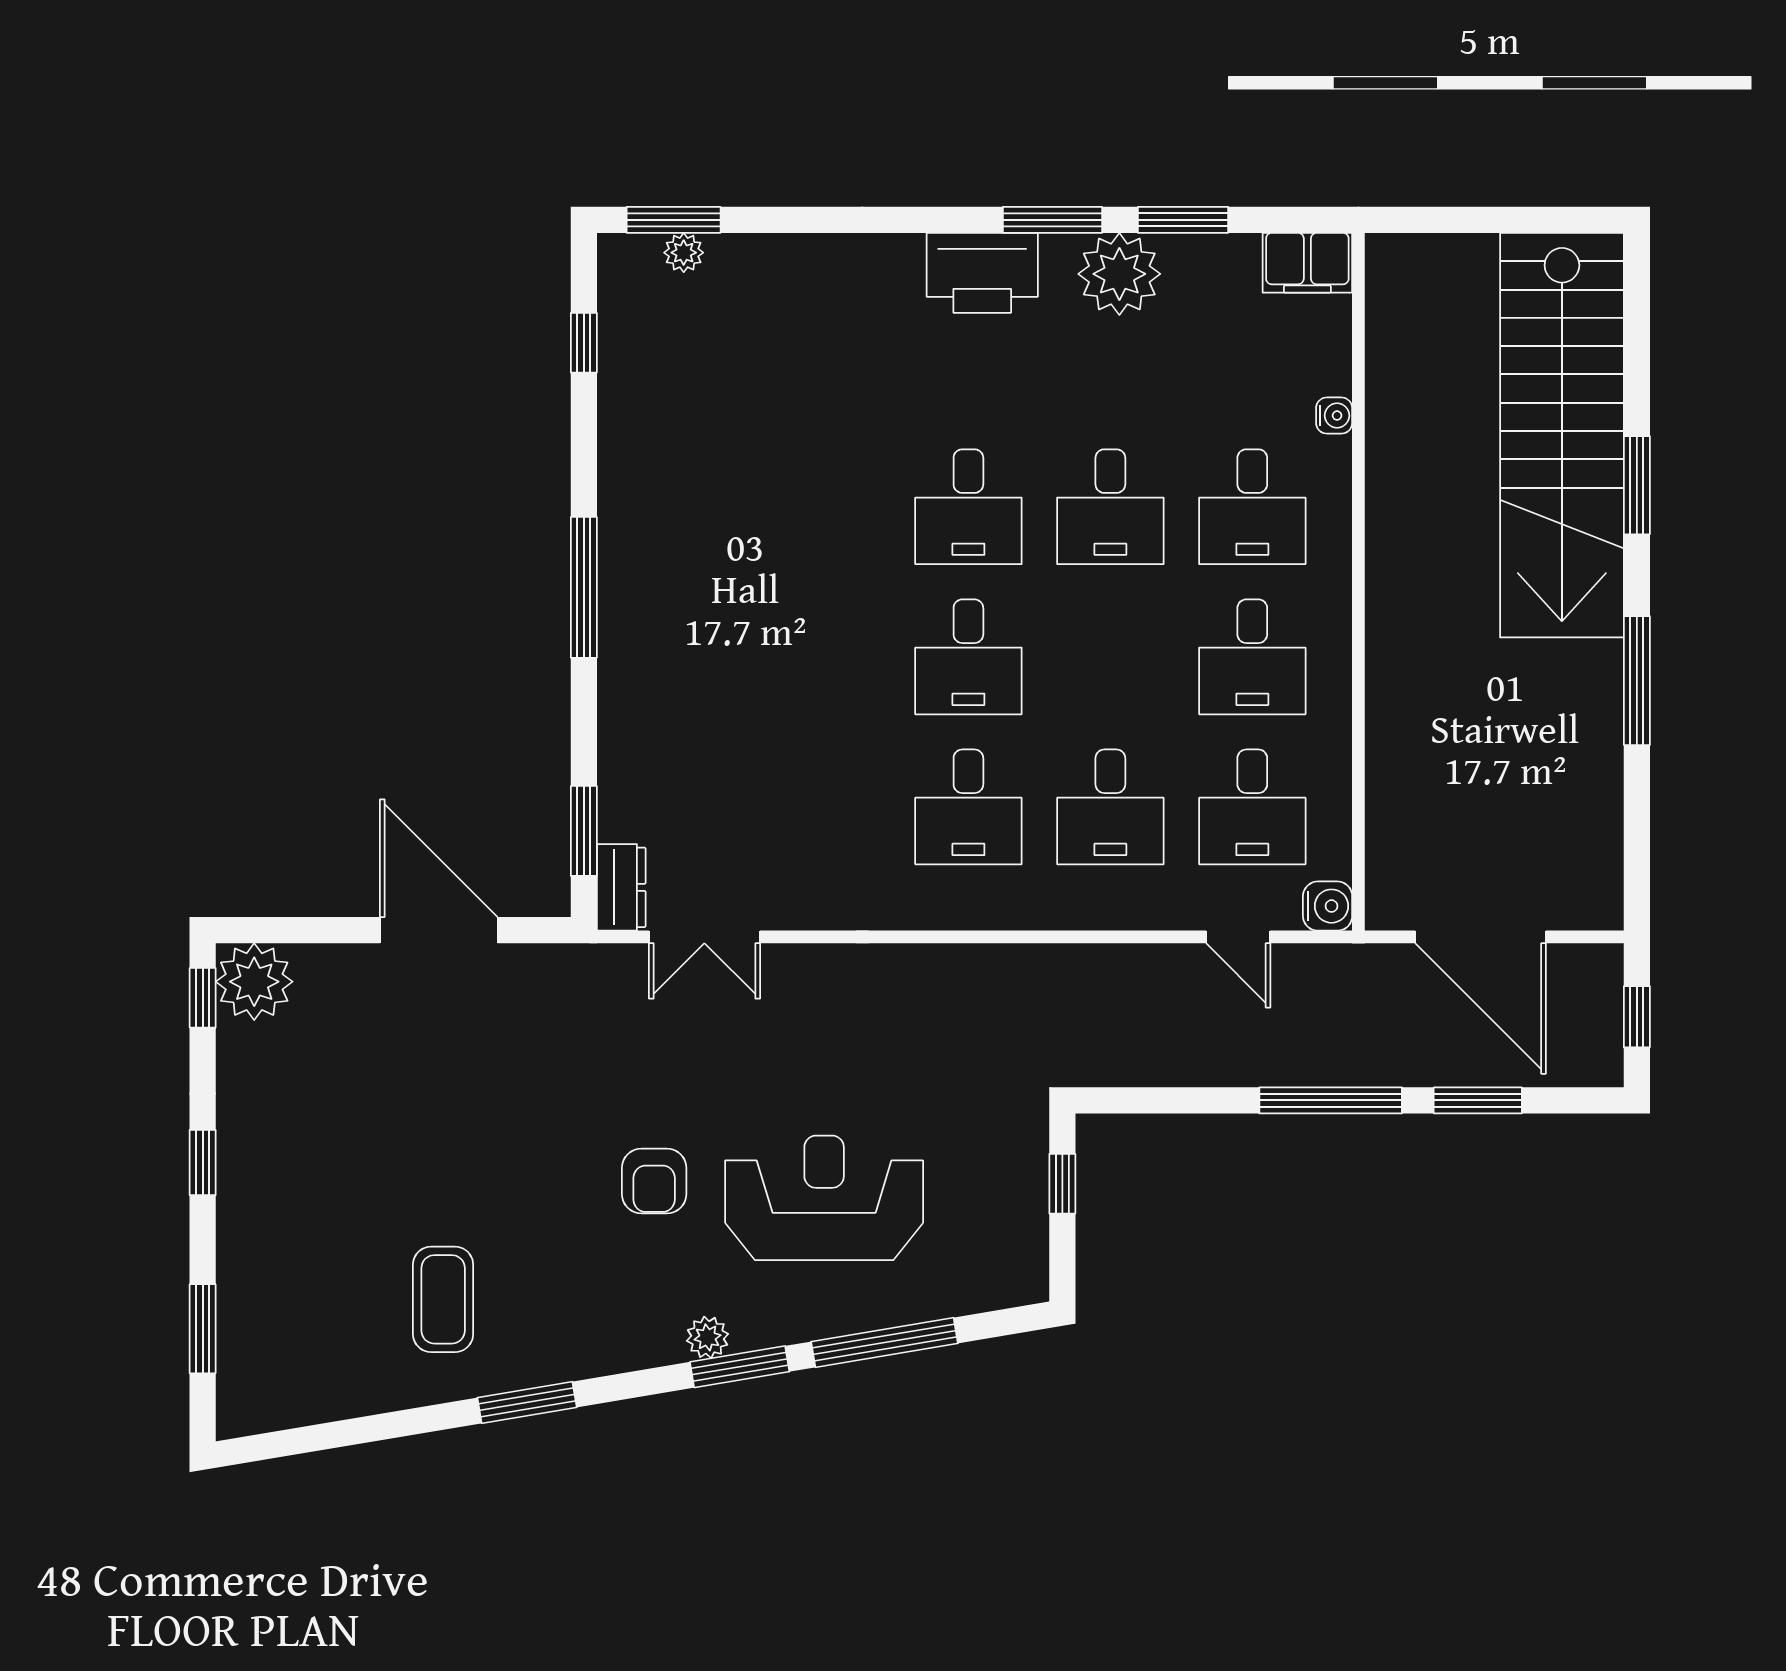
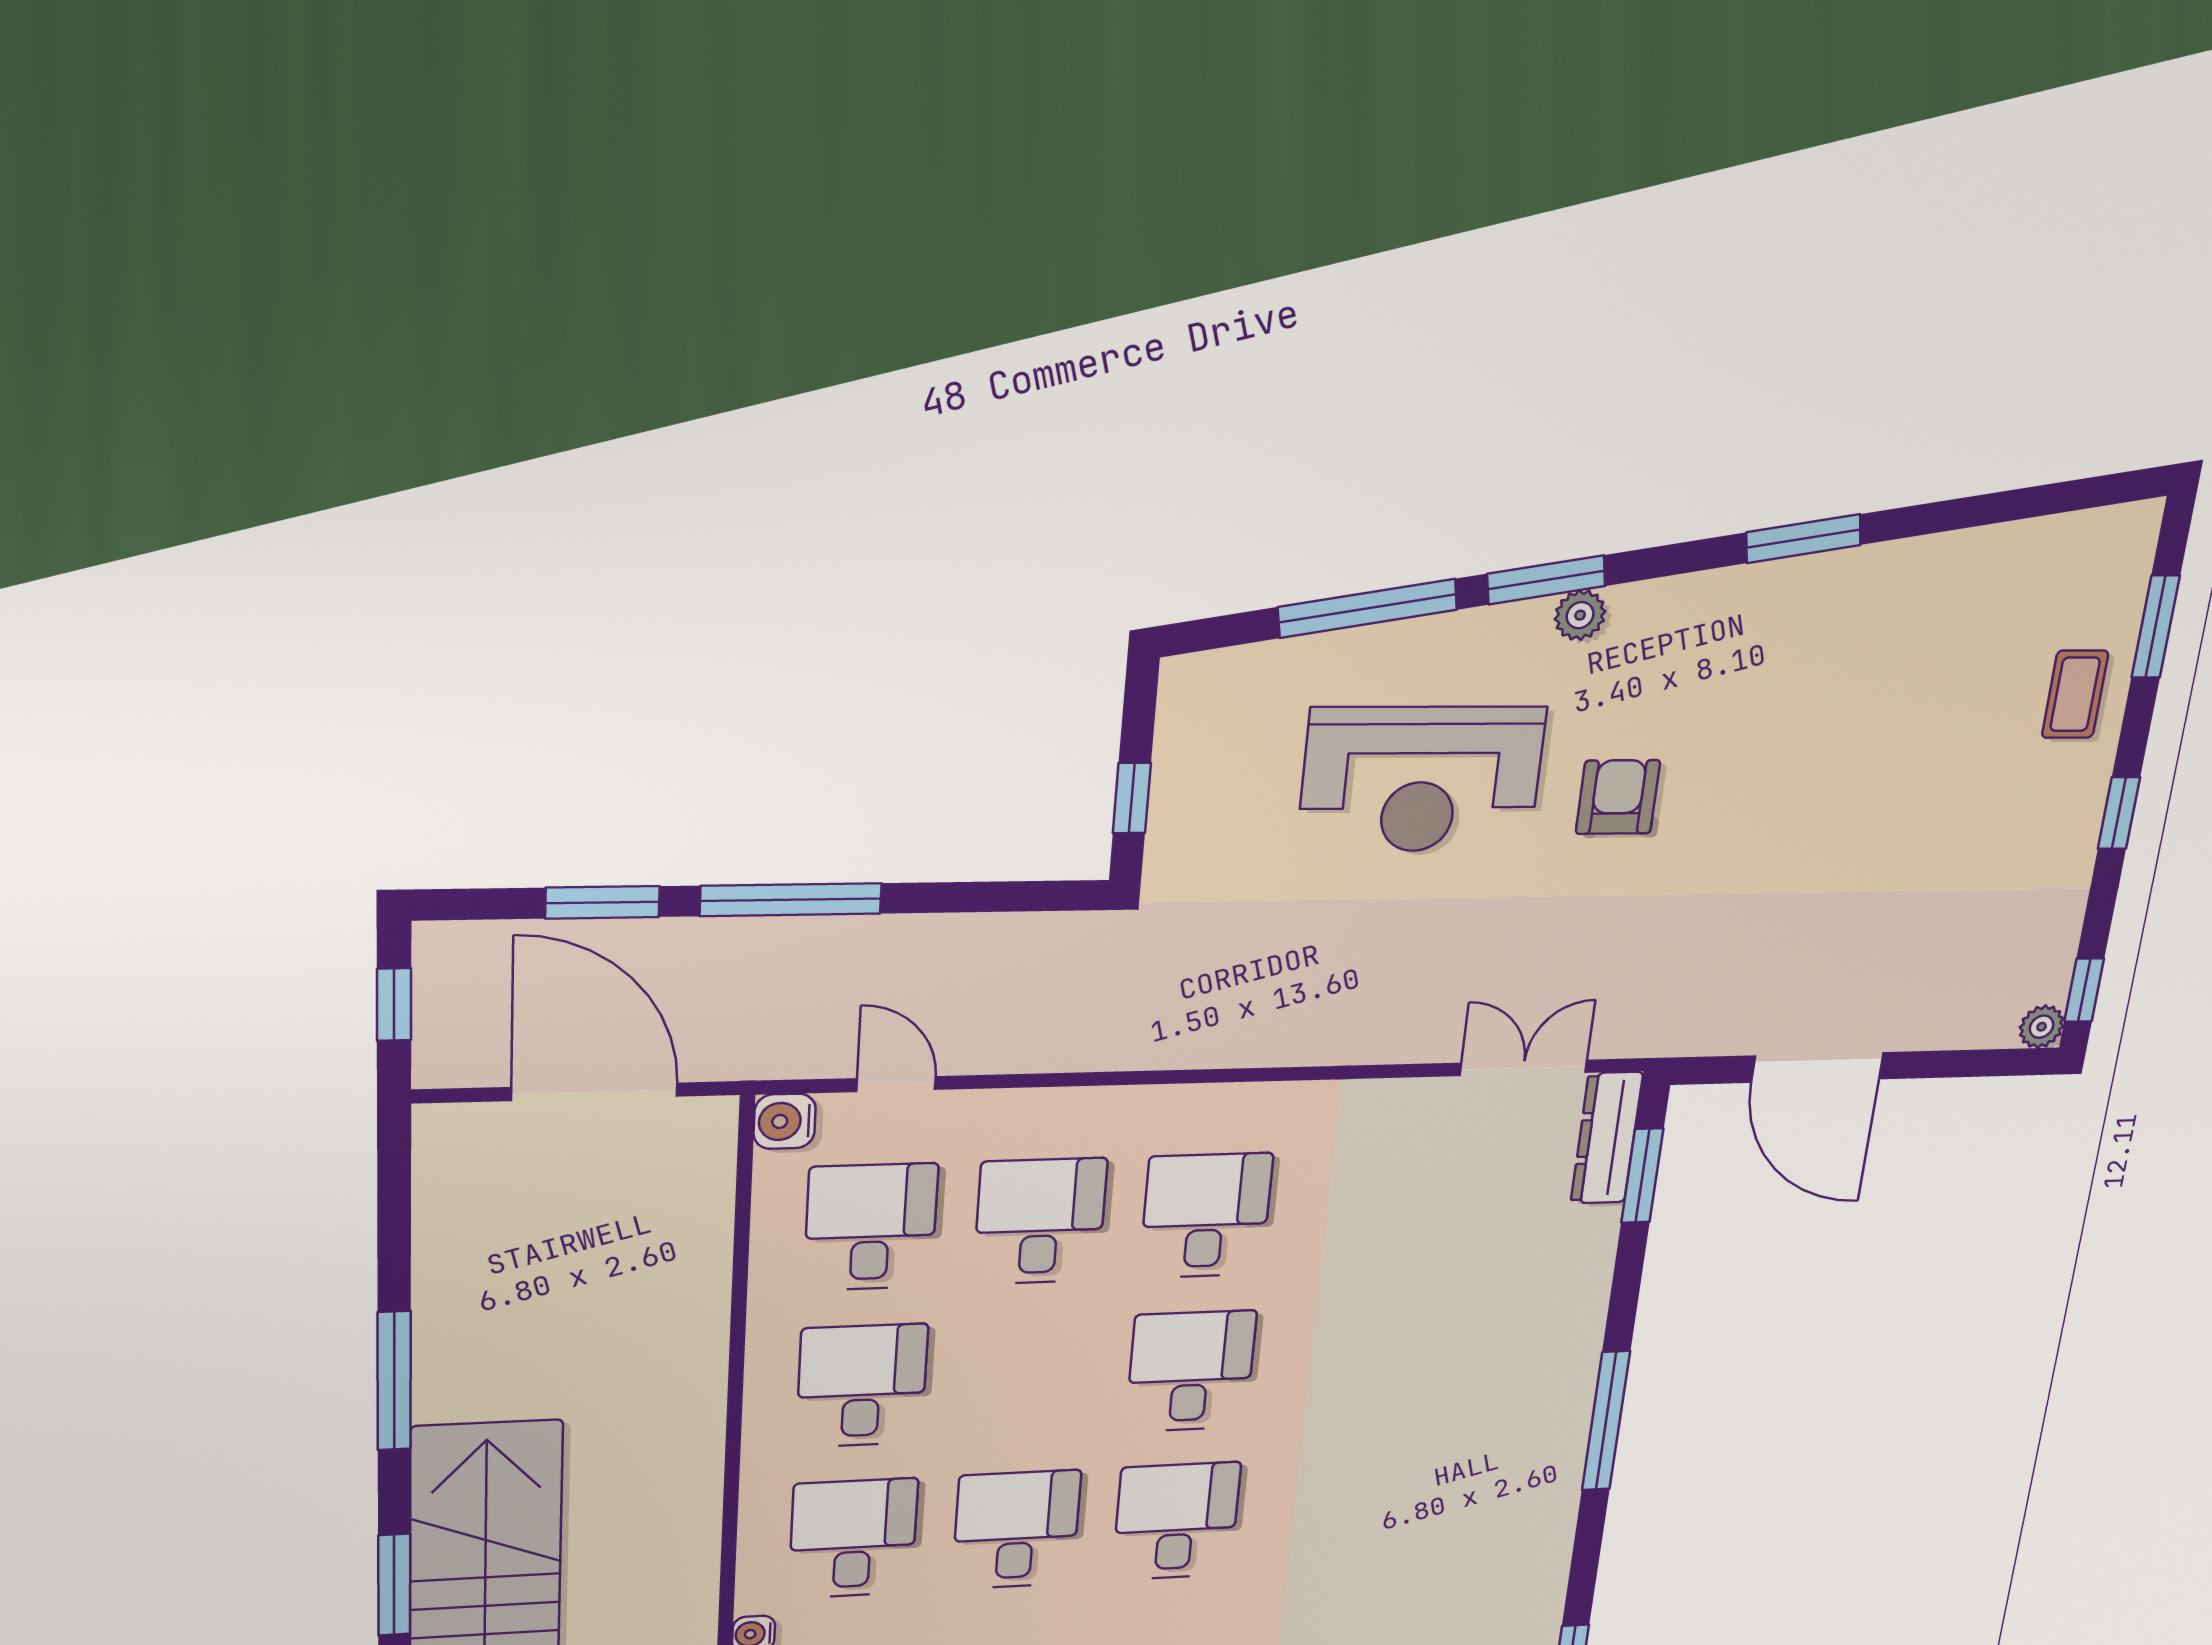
dresser: (621, 887) -> (1607, 1138), width x1.44
plant: (254, 982) -> (2042, 1027), width x0.53, depth x0.53
coffee table: (443, 1299) -> (2075, 694), moved, width x0.73, depth x0.77

